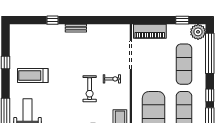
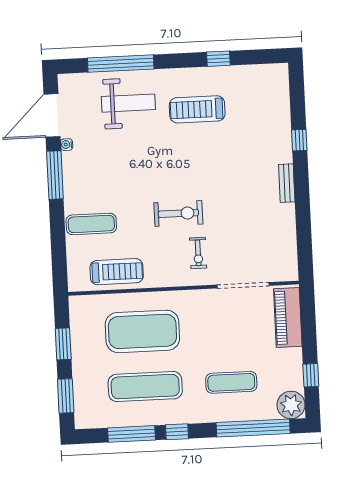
exercise mat: (184, 64) -> (231, 382), width x0.73, depth x0.69
treadmill: (33, 76) -> (197, 109), turned -90
exercise bike: (90, 89) -> (178, 213), turned 180

